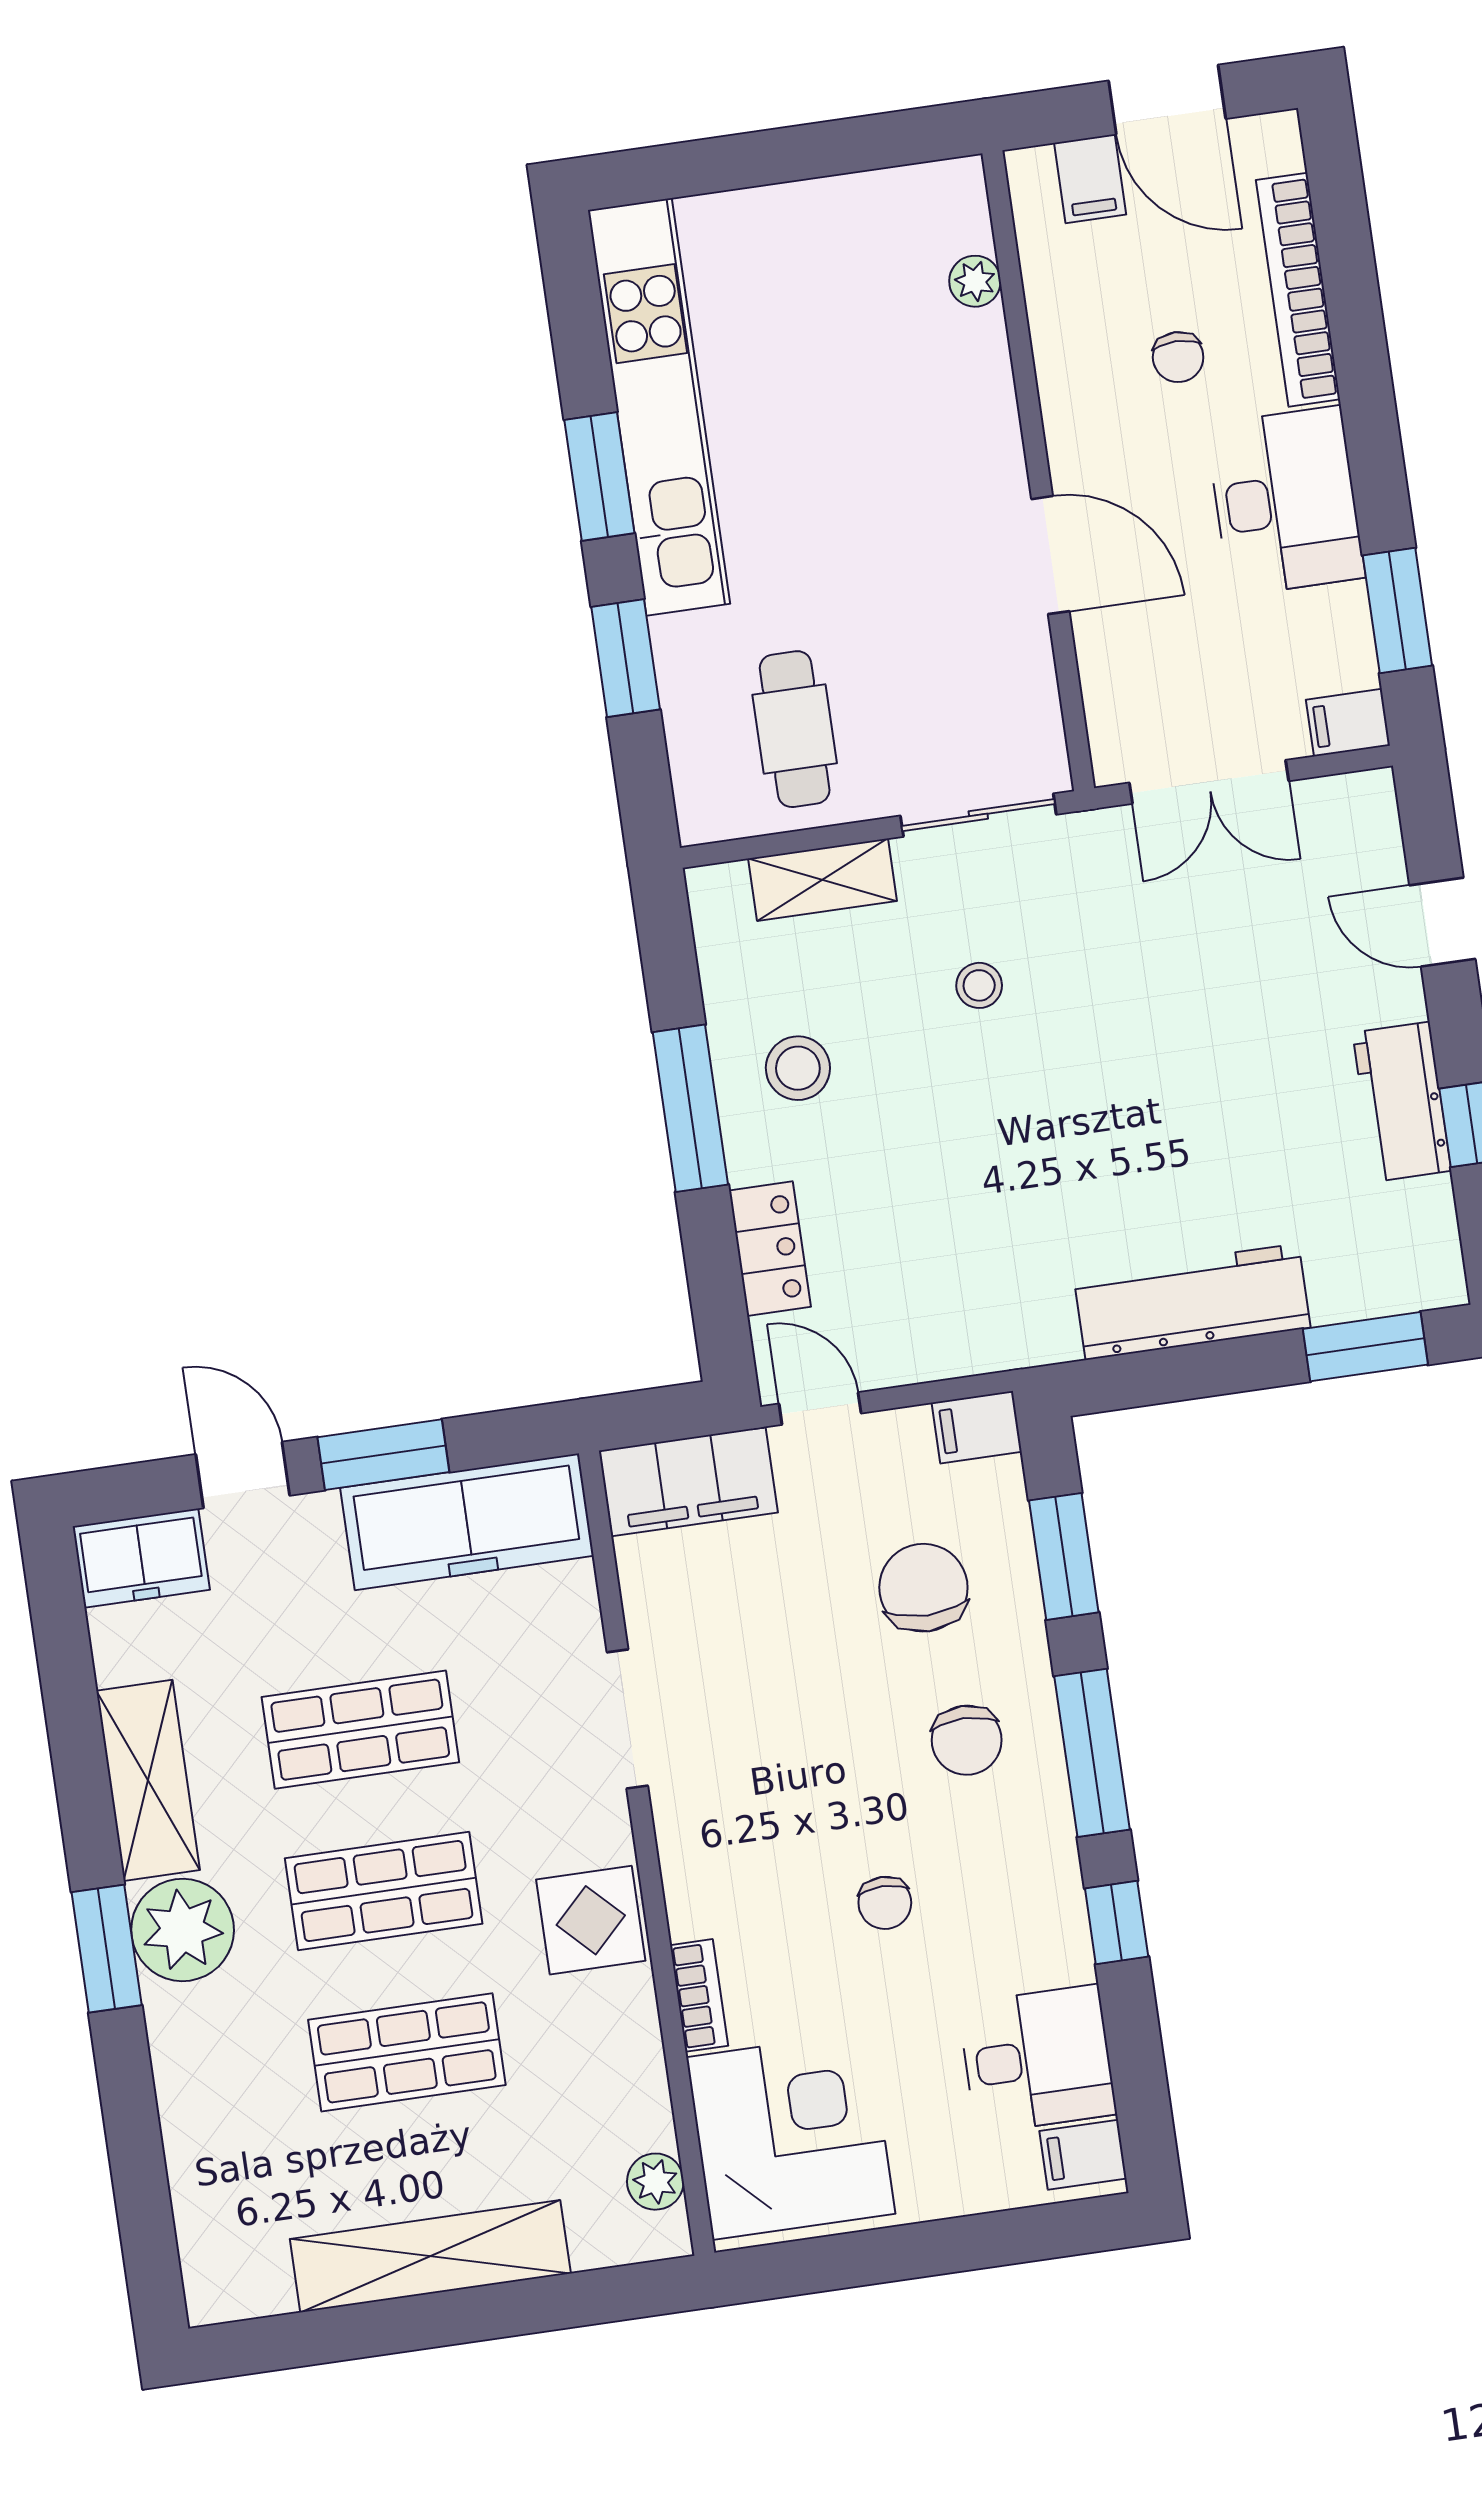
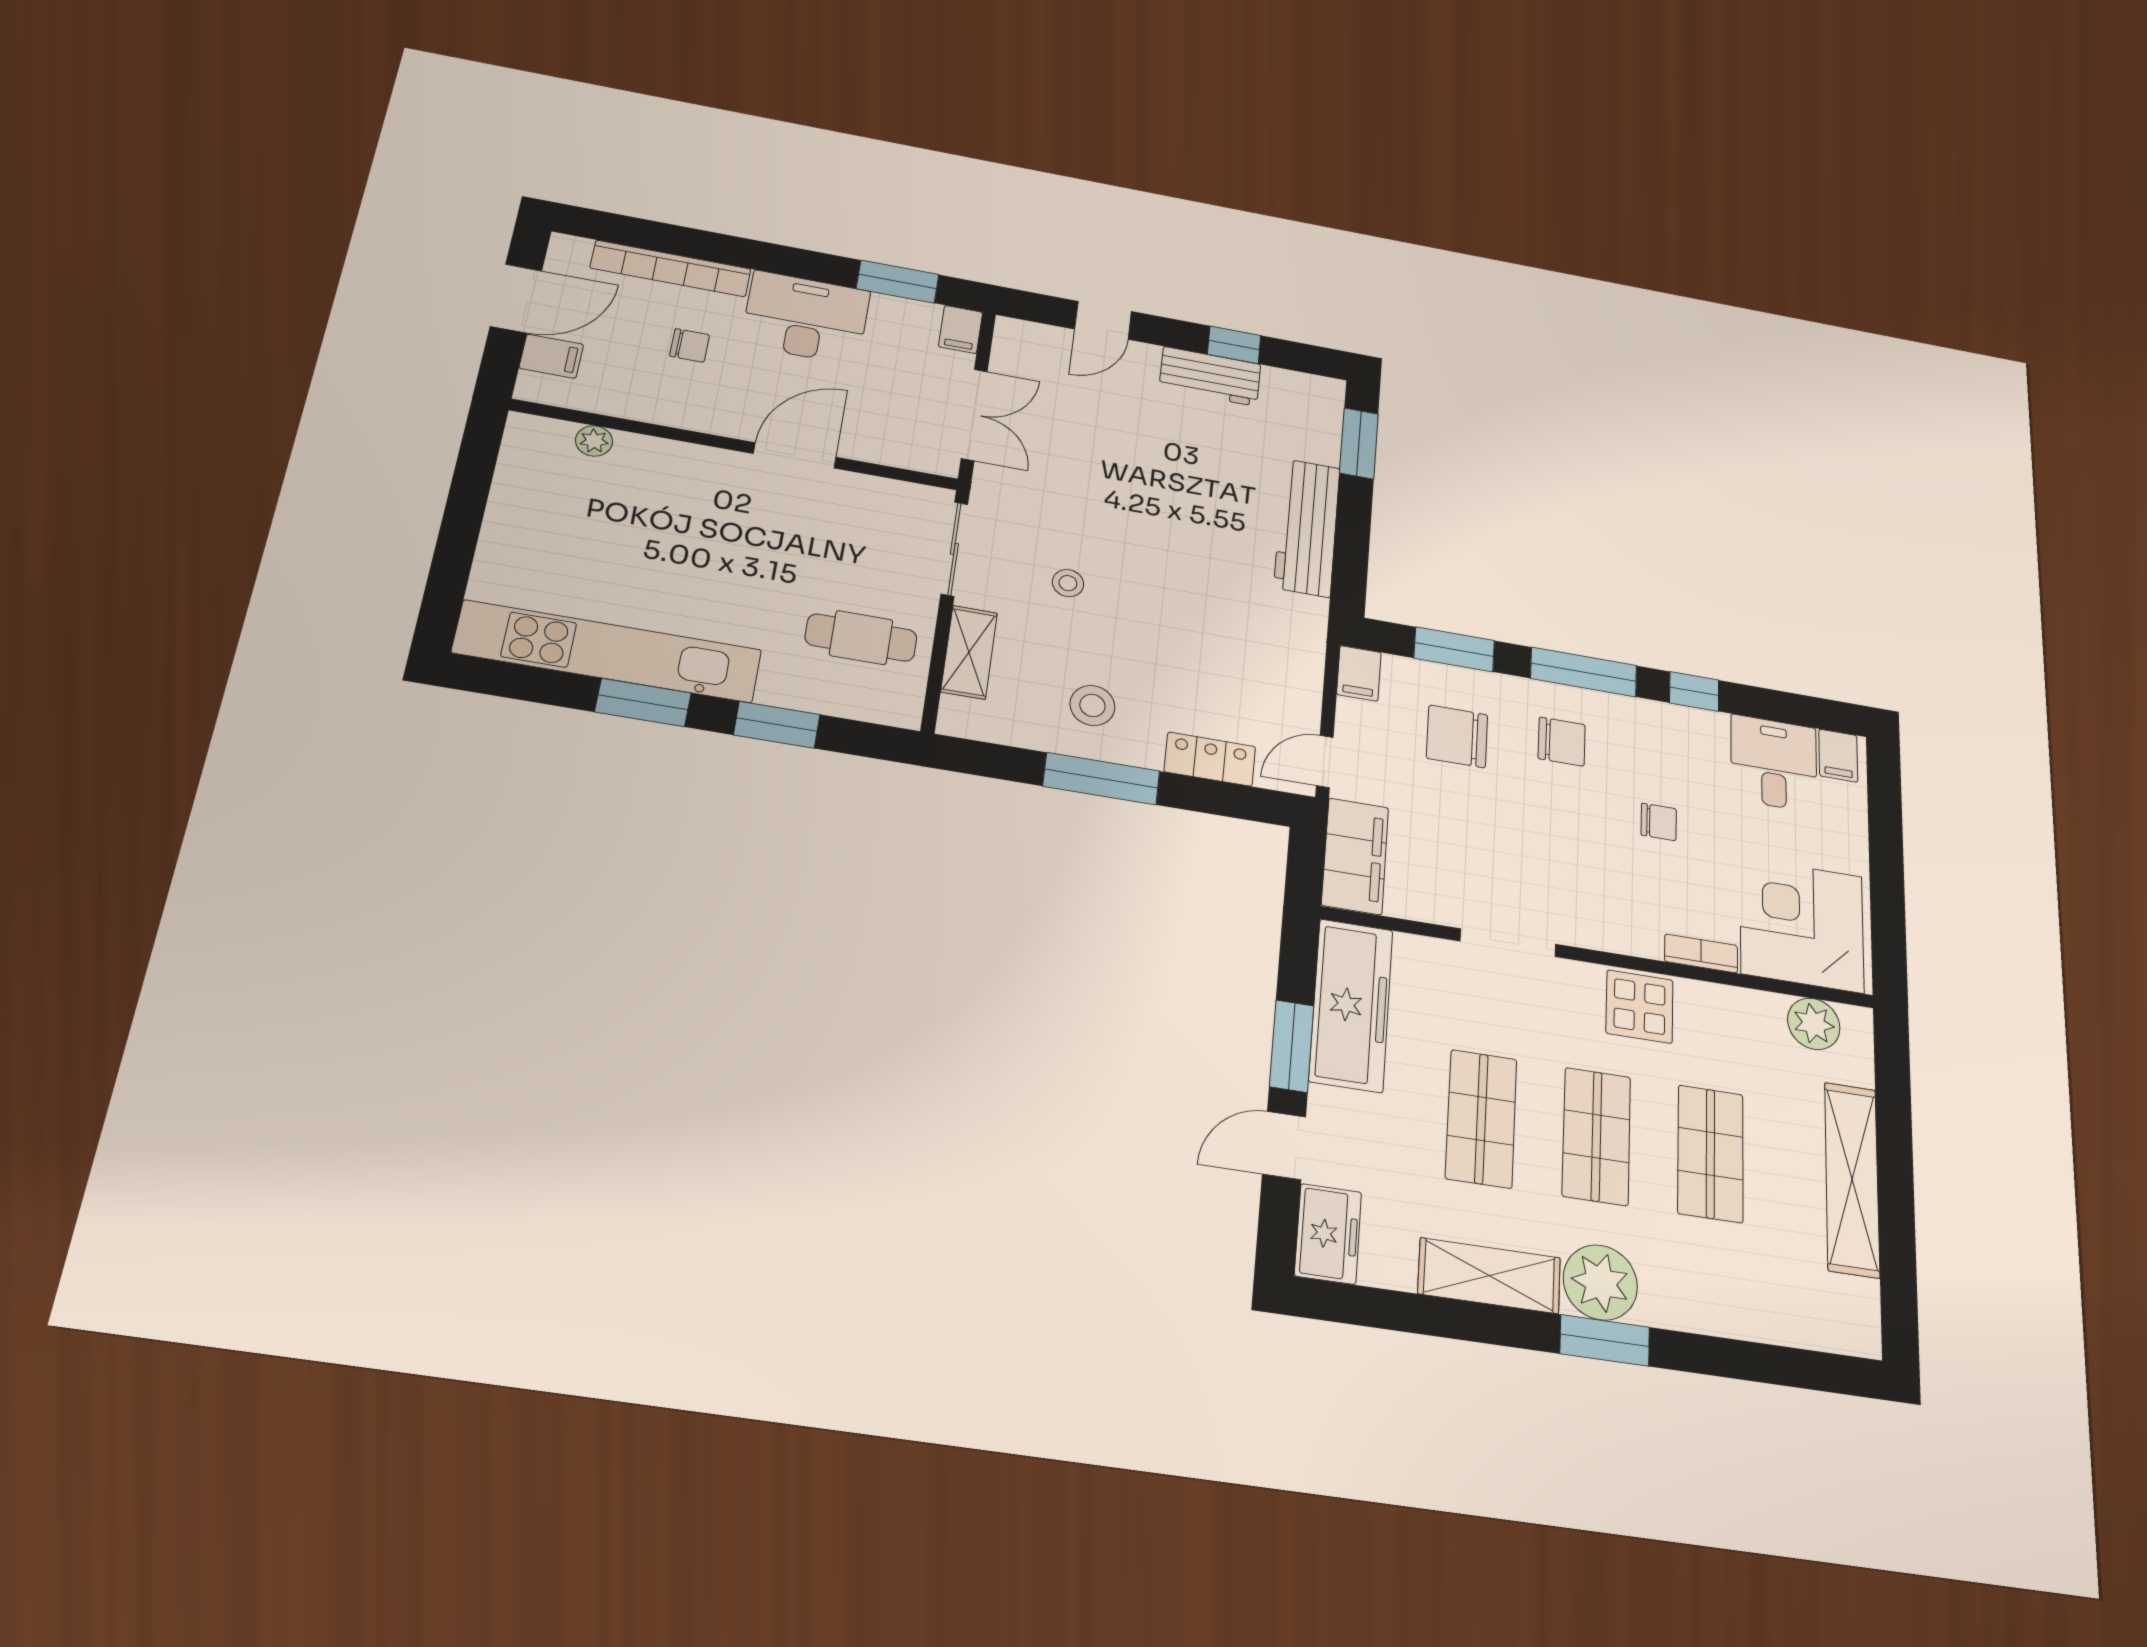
plant: (655, 2182) -> (1814, 1024), width x1.38, depth x1.38

